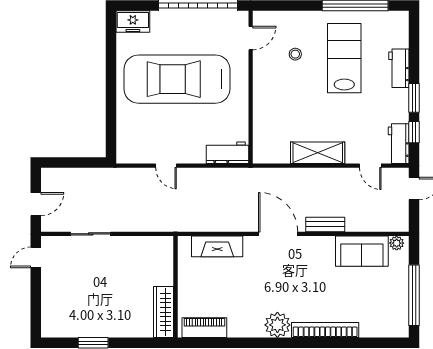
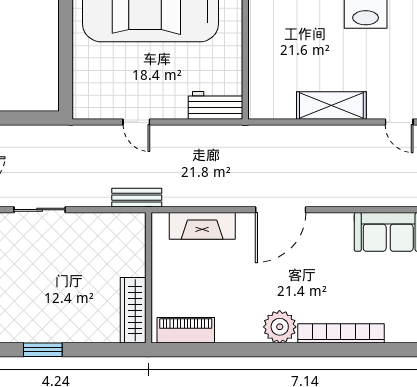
bench: (325, 224) -> (137, 198), moved
door: (278, 234) -> (281, 210), swing flipped

